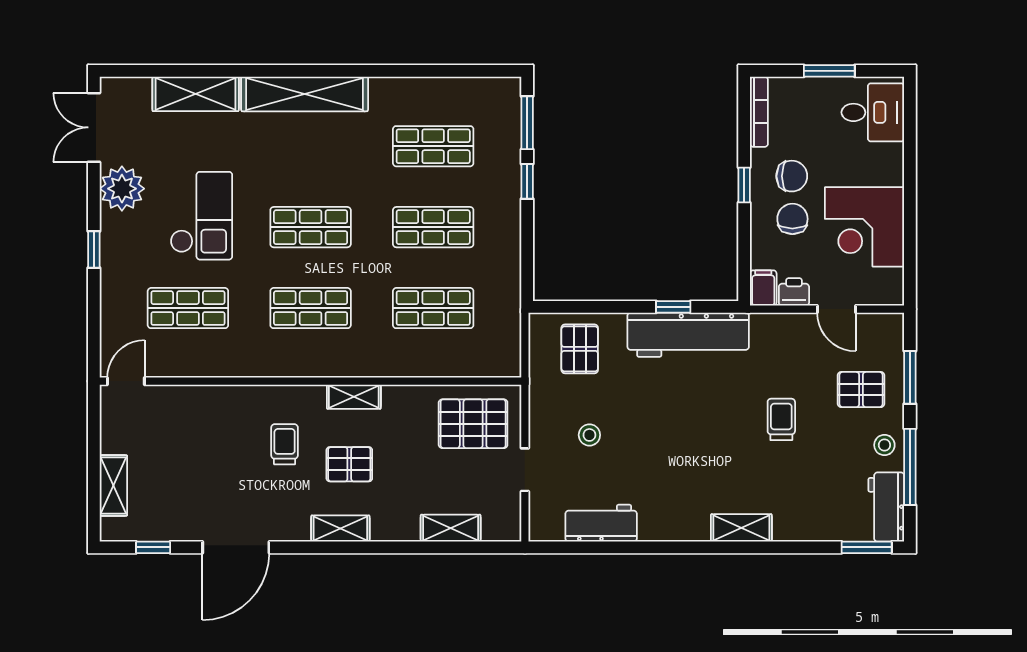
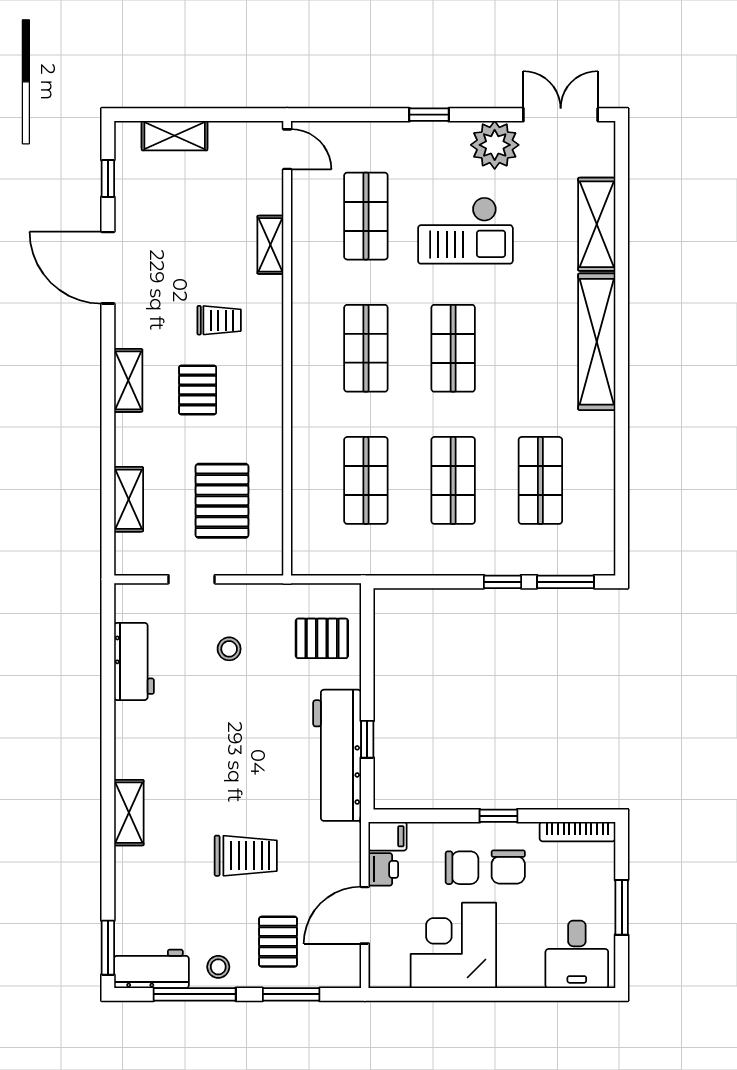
door: (837, 309) -> (365, 915), width x1.38
shelving: (354, 397) -> (270, 245), moved
trolley: (781, 419) -> (246, 856), width x1.36, depth x1.39
pallet: (473, 424) -> (222, 501), moved

